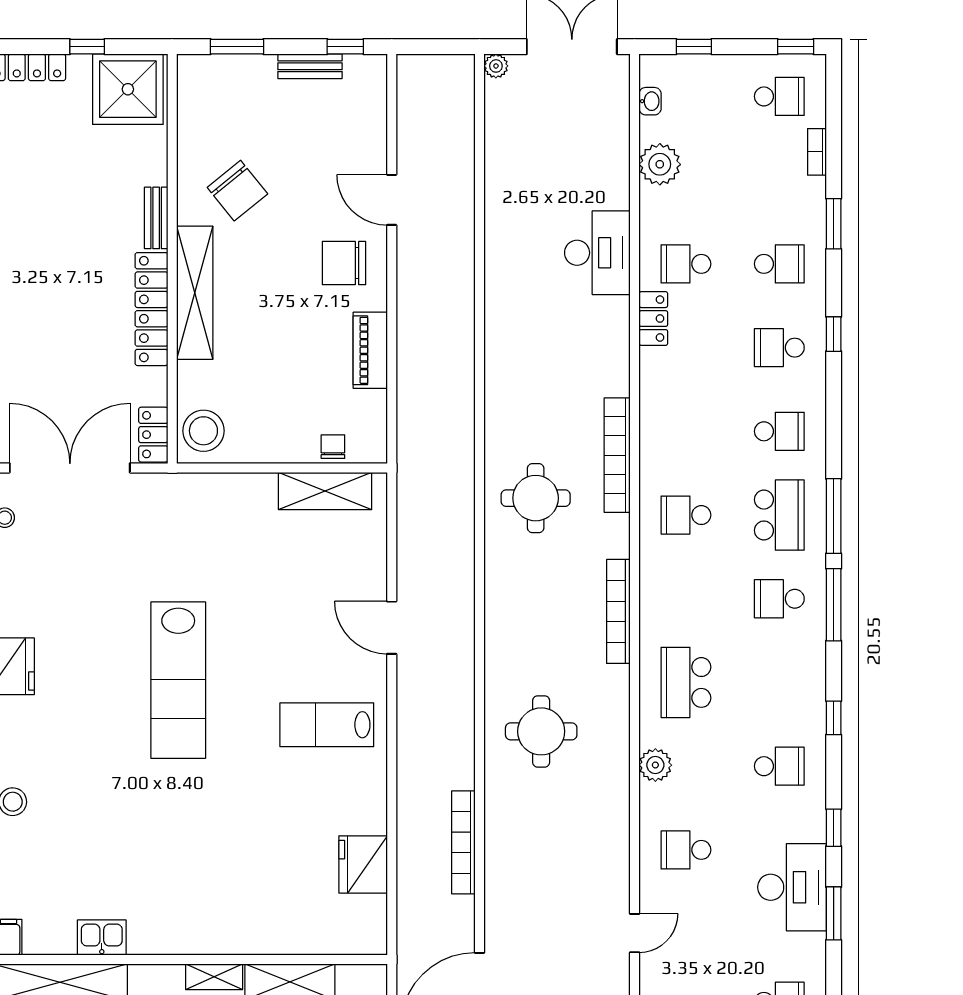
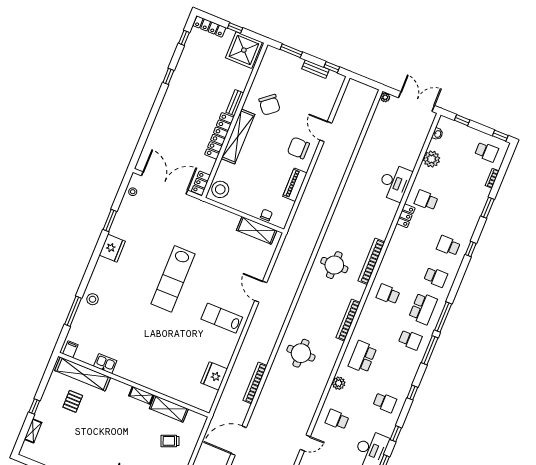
school desk: (779, 264) -> (461, 214), removed
school desk: (779, 599) -> (410, 340), turned 180

